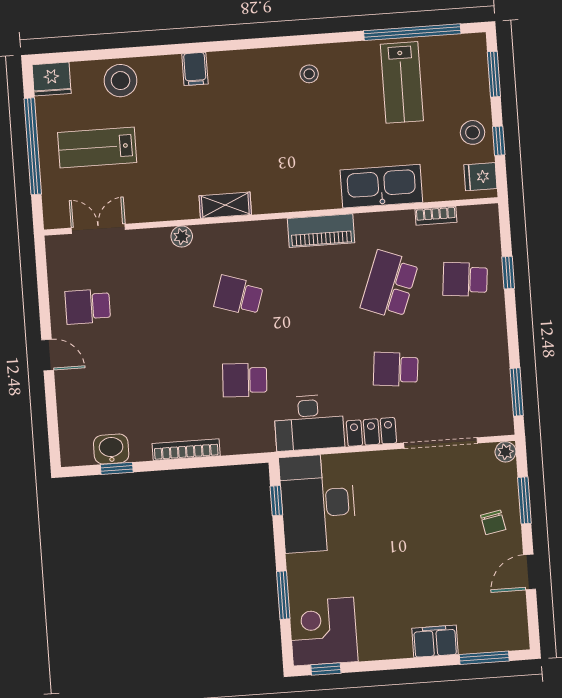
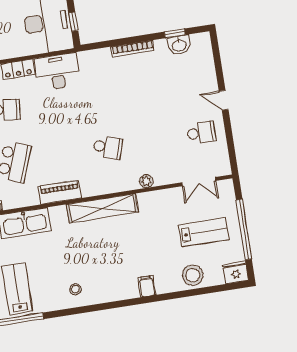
shelving: (225, 205) -> (102, 208), width x2.20, depth x1.33
school desk: (245, 380) -> (100, 95), removed

